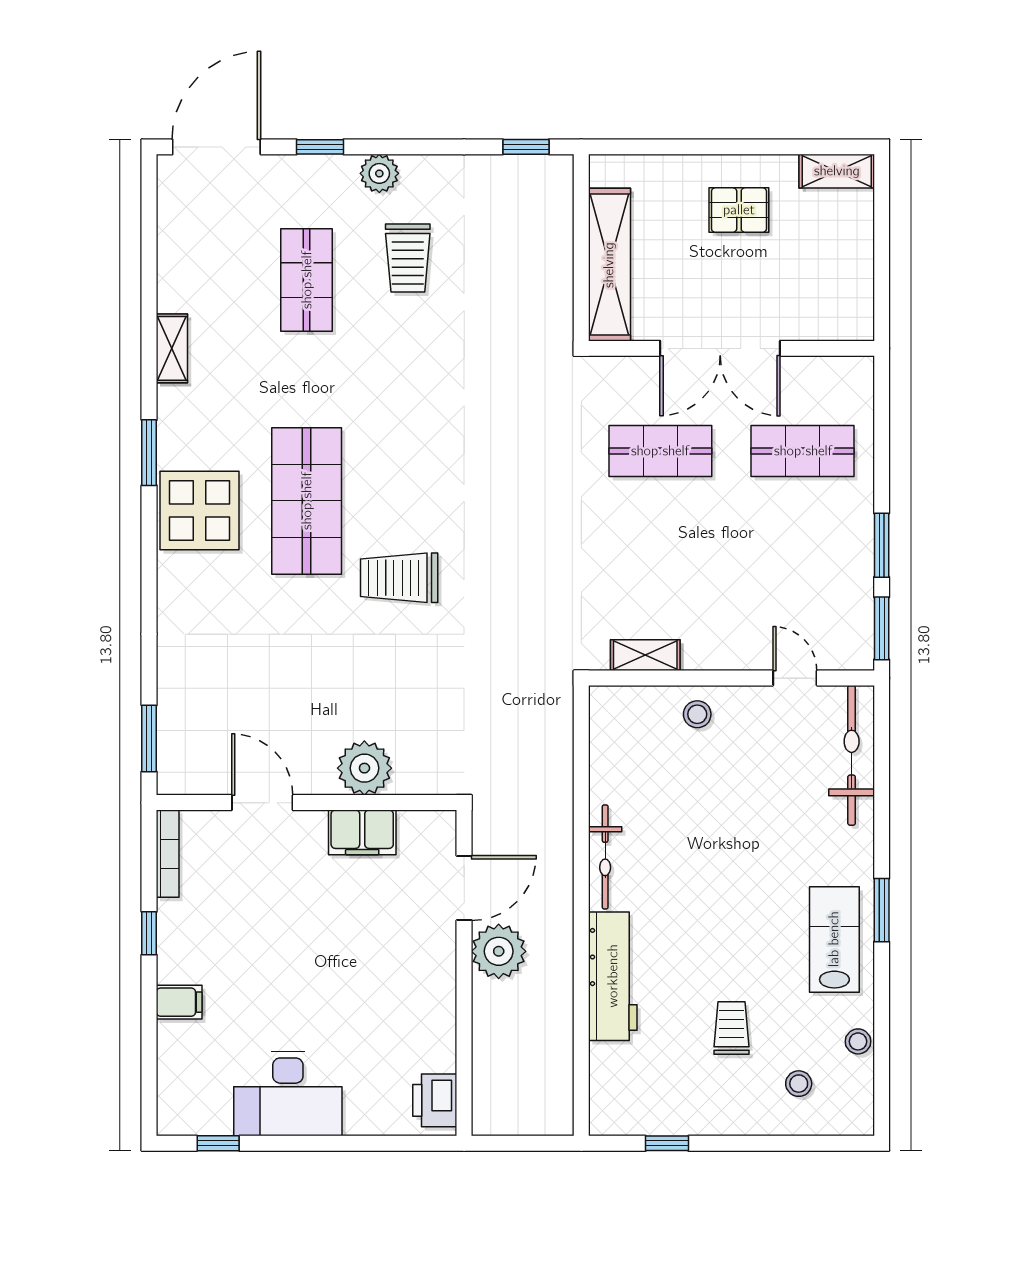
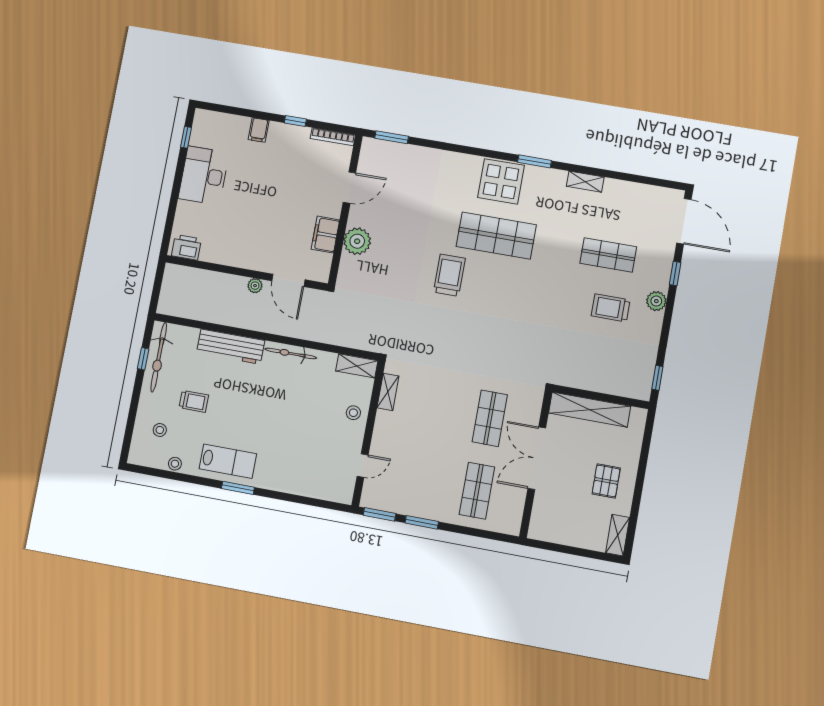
shelving: (606, 724) -> (357, 366), added
bicycle: (852, 755) -> (159, 357), moved, turned 90
plant: (499, 951) -> (255, 286), width x0.53, depth x0.53

